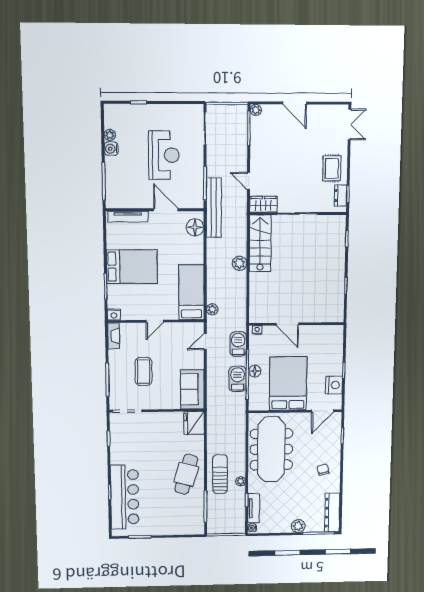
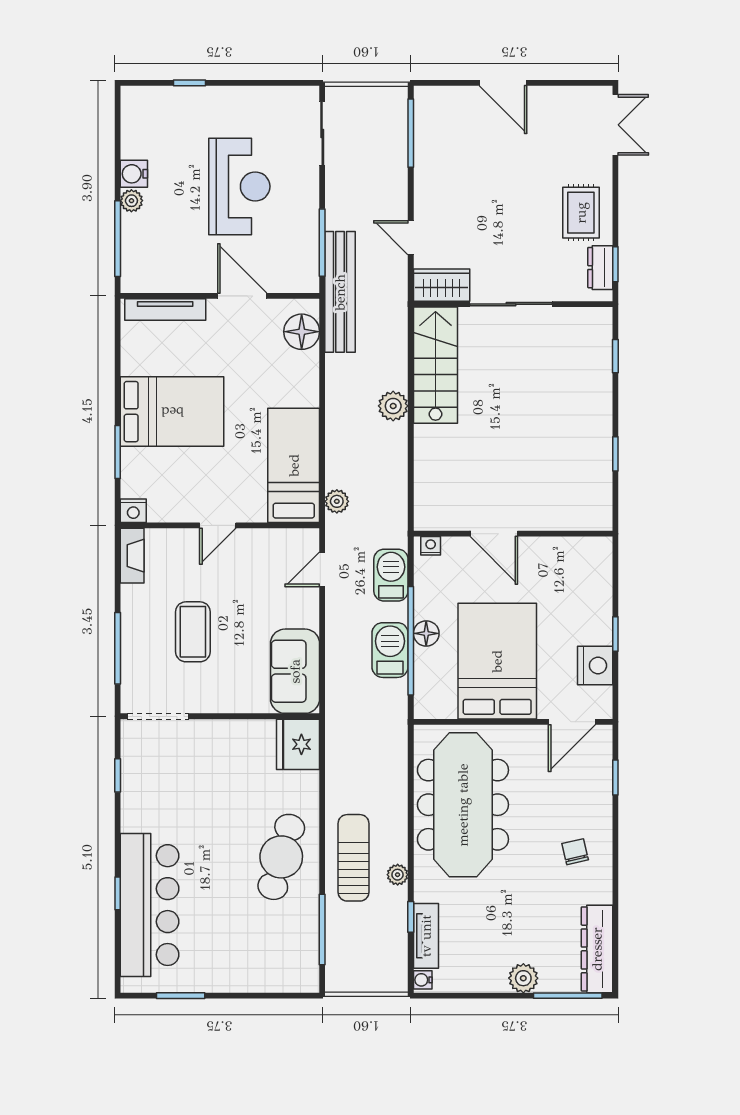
plant: (256, 110) -> (425, 97), removed
plant: (110, 135) -> (131, 201), moved

